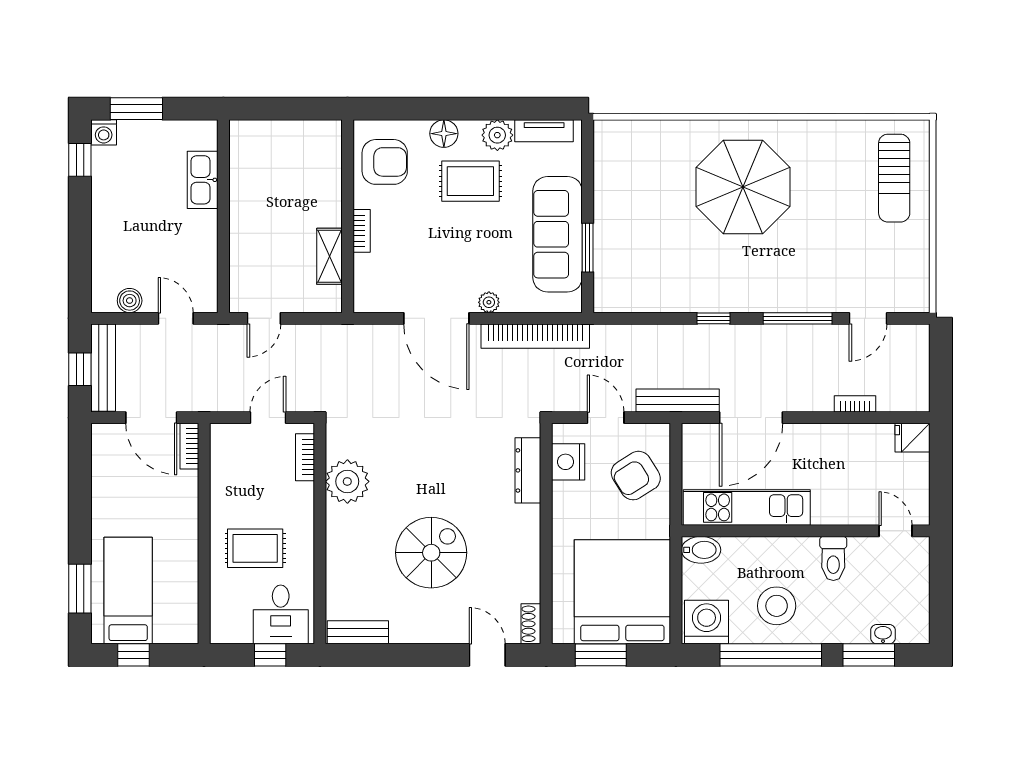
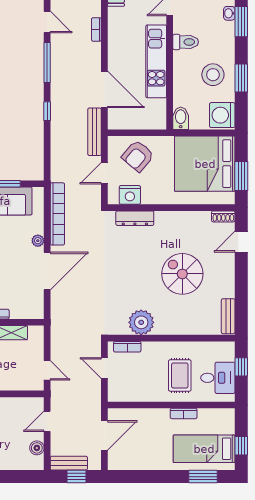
bench: (103, 368) -> (69, 463), width x0.73
bookcase: (189, 446) -> (184, 413), moved
armchair: (636, 476) -> (138, 156), turned 72
kitchen unit: (747, 507) -> (156, 61), moved
desk: (281, 614) -> (218, 378), moved
window: (771, 655) -> (241, 78), width x0.47

